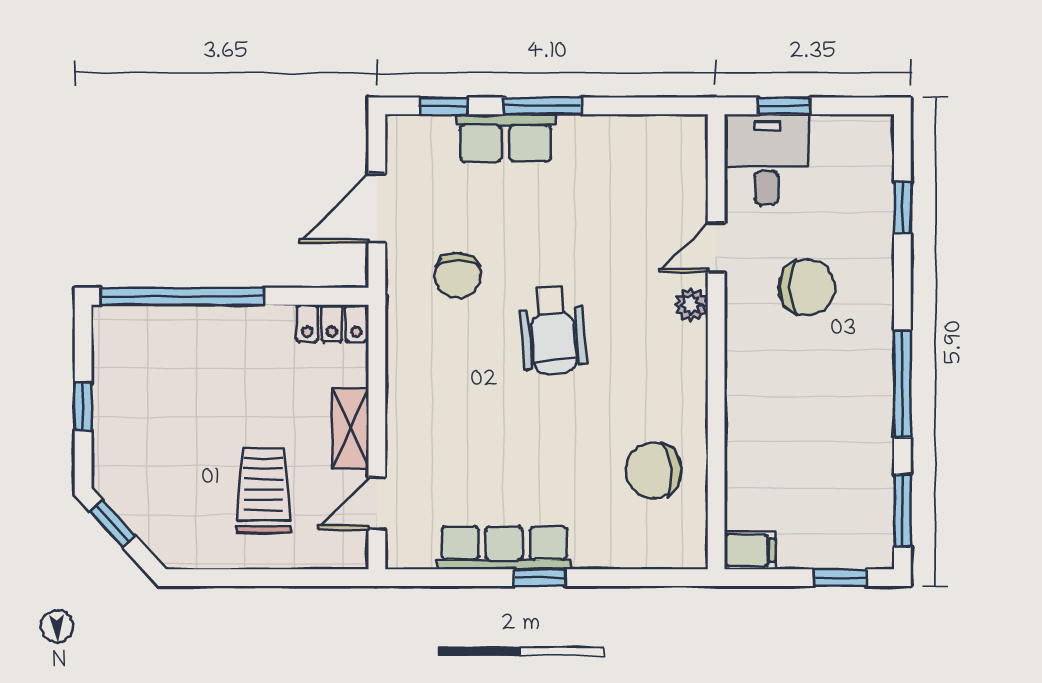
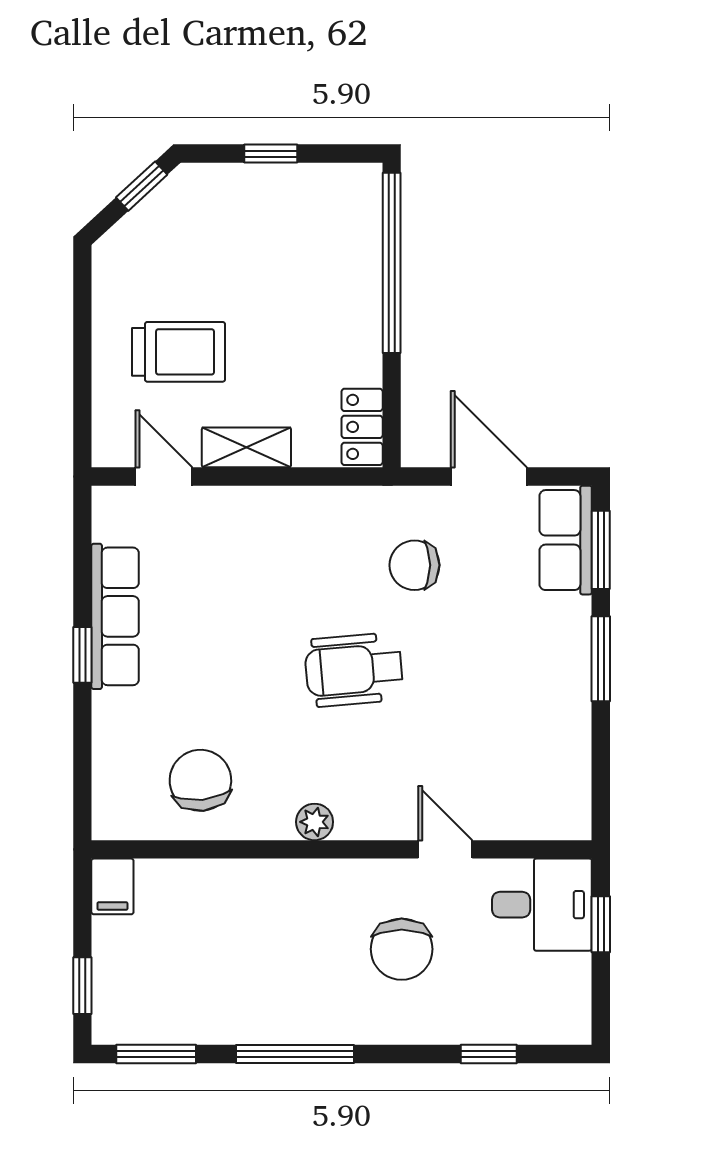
window: (444, 106) -> (601, 550), width x1.50
row of seats: (505, 138) -> (566, 540), moved
plant: (691, 305) -> (315, 822), moved

